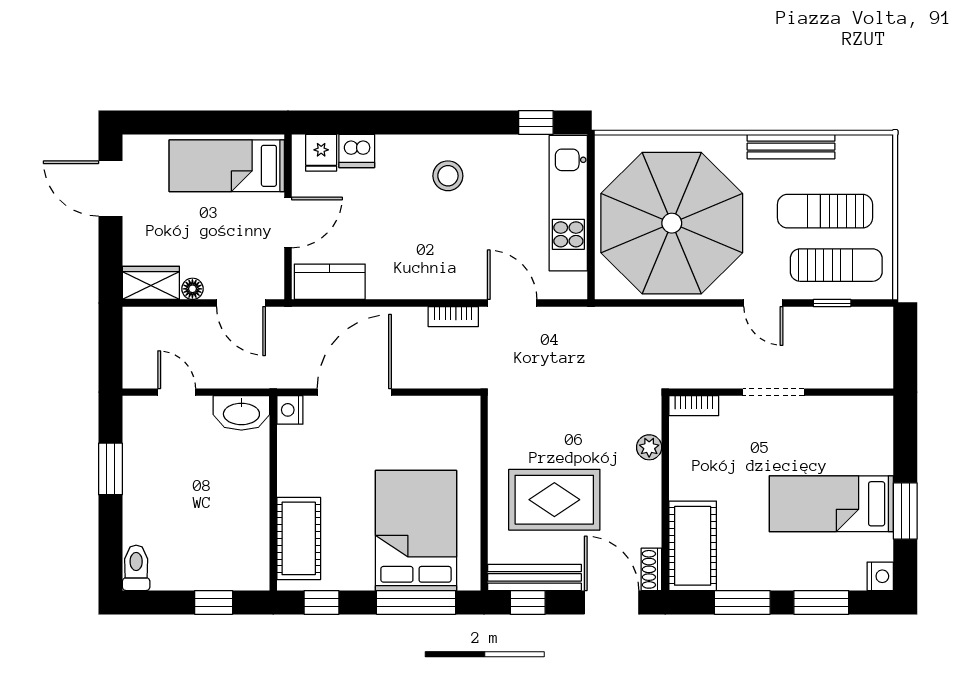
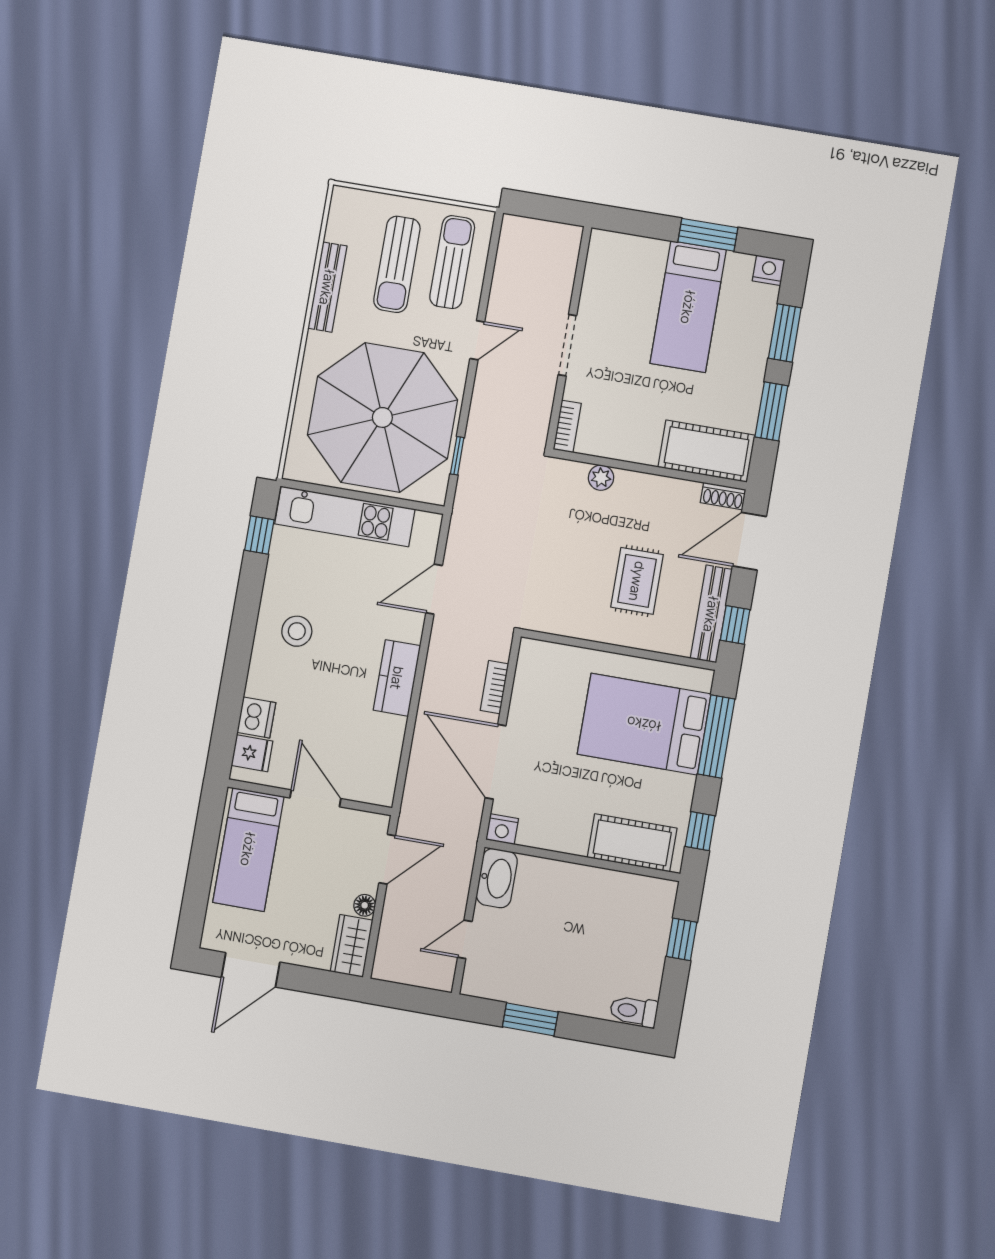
kitchen counter: (330, 282) -> (397, 678), moved
window: (832, 303) -> (457, 456), moved
bookcase: (453, 317) -> (494, 687), moved, turned 180
rug: (554, 500) -> (637, 581), width x0.73, depth x0.70

